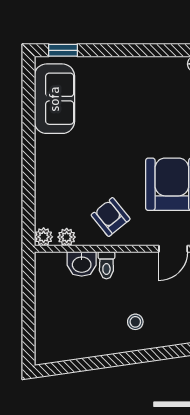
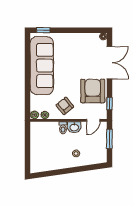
sofa: (54, 99) -> (42, 66), width x1.85, depth x1.27
washbasin: (82, 264) -> (74, 127), moved

